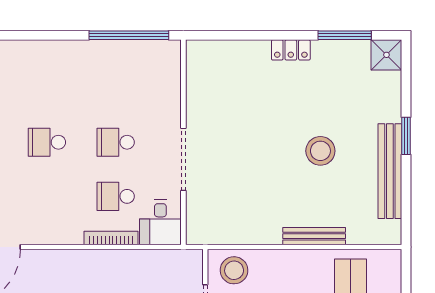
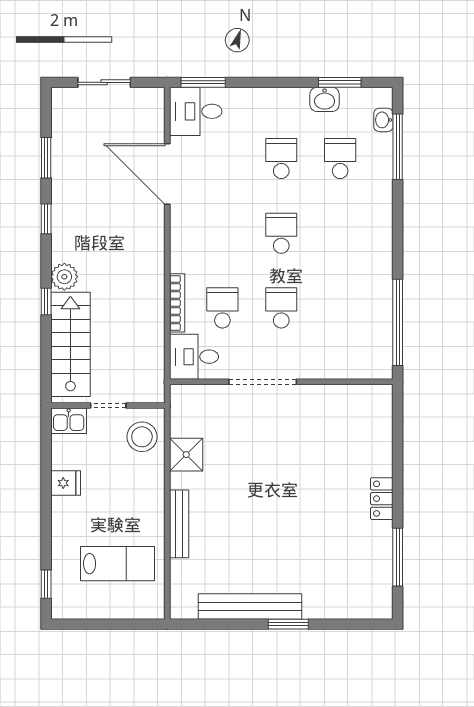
shower: (386, 55) -> (186, 455), moved
stool: (320, 151) -> (272, 531), removed

